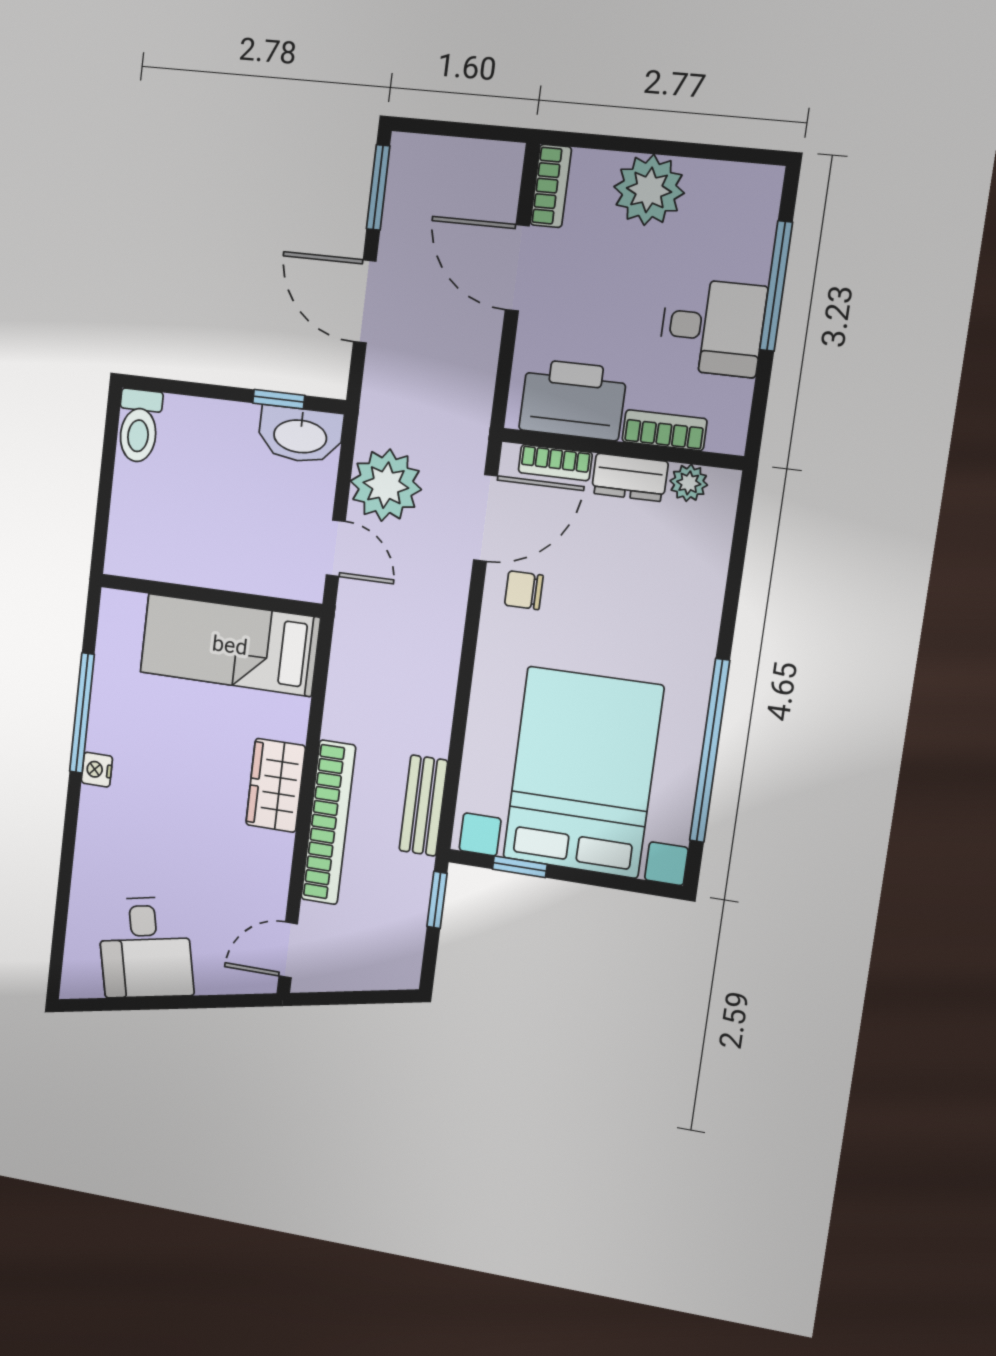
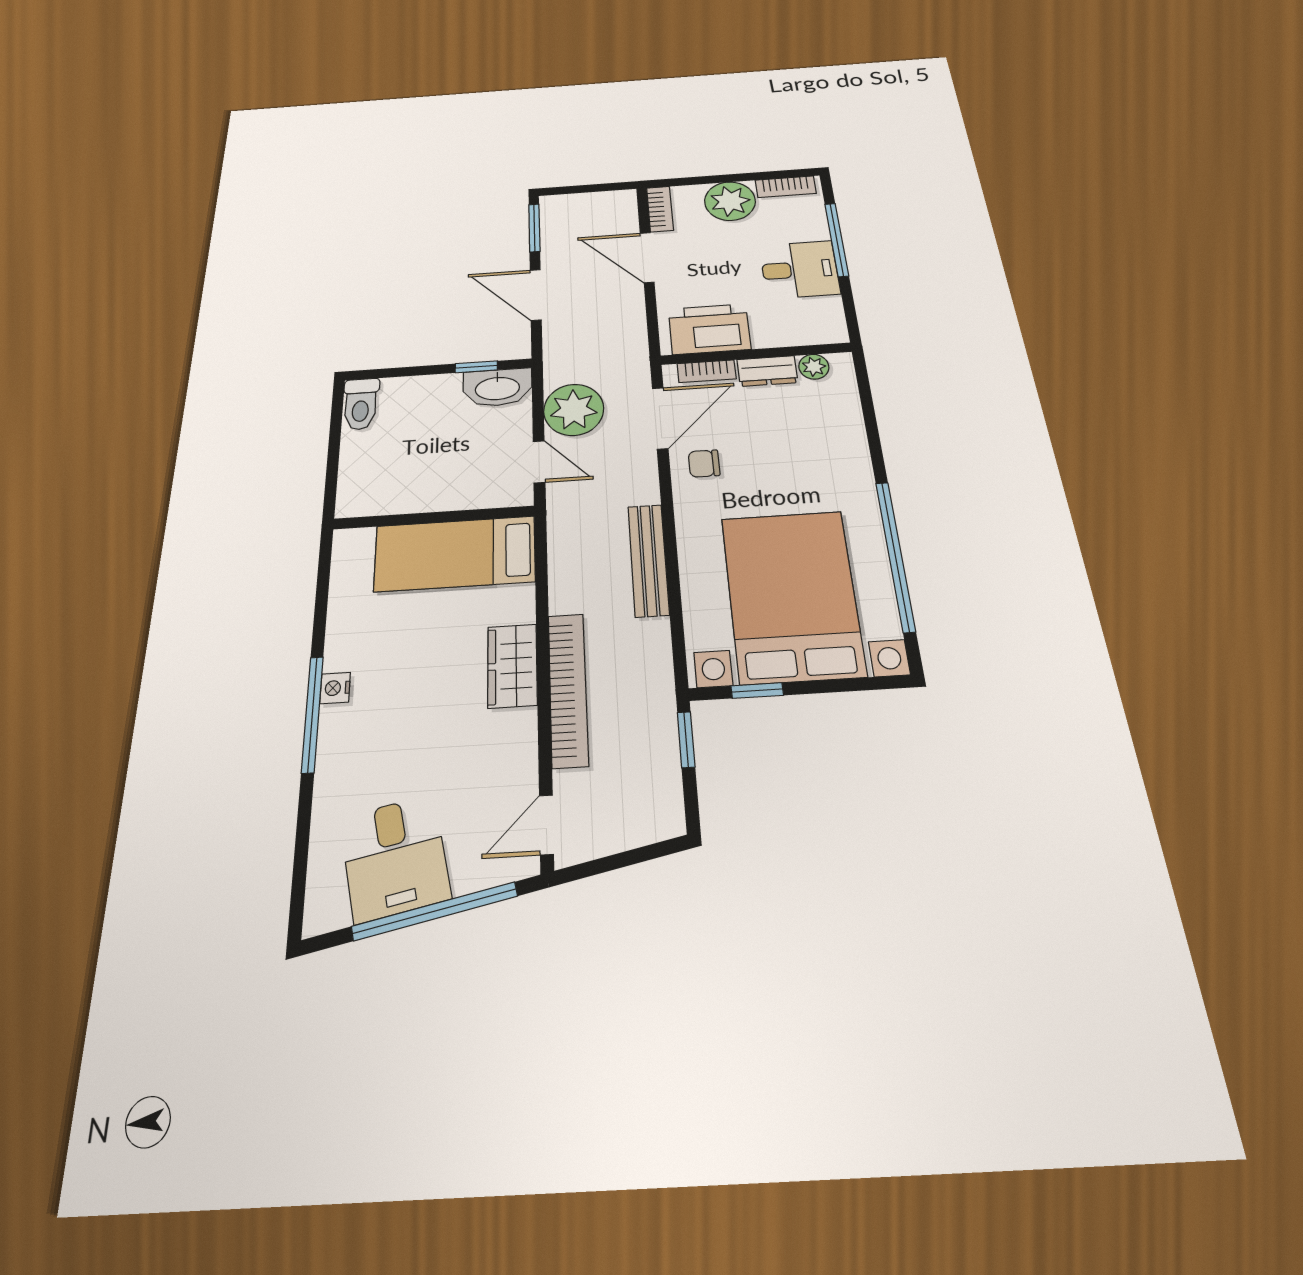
bookcase: (664, 430) -> (786, 187), moved, turned 180
window: (82, 713) -> (312, 714), moved
bench: (423, 806) -> (648, 560), moved, width x1.36
window: (178, 1002) -> (435, 911), added

